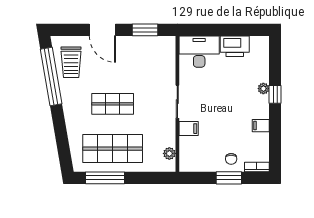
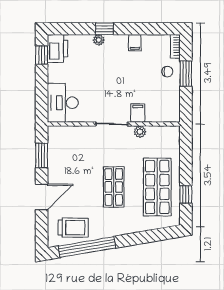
window: (248, 30) -> (42, 55), added
printer: (235, 46) -> (57, 49), moved
plant: (169, 153) -> (140, 132), moved
window: (105, 178) -> (186, 194), width x0.46

